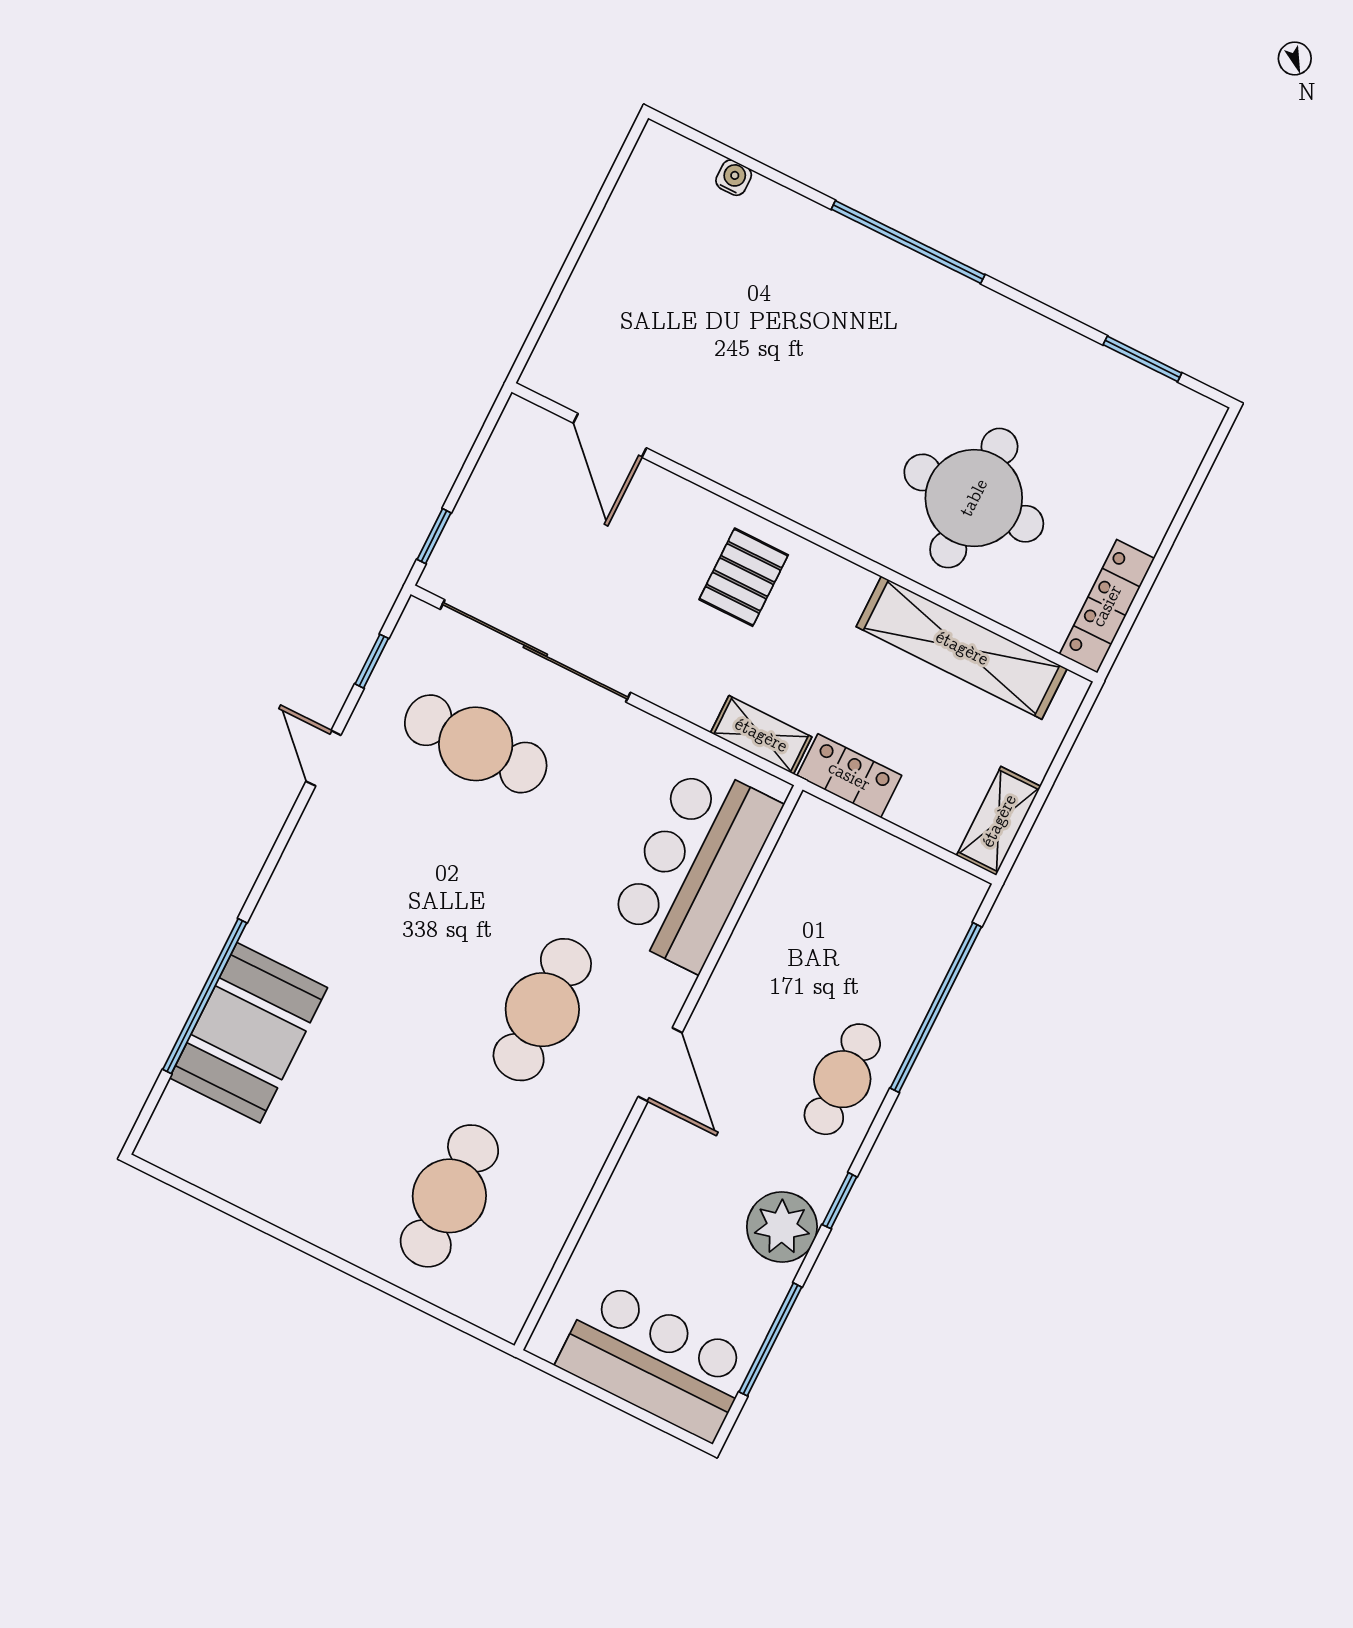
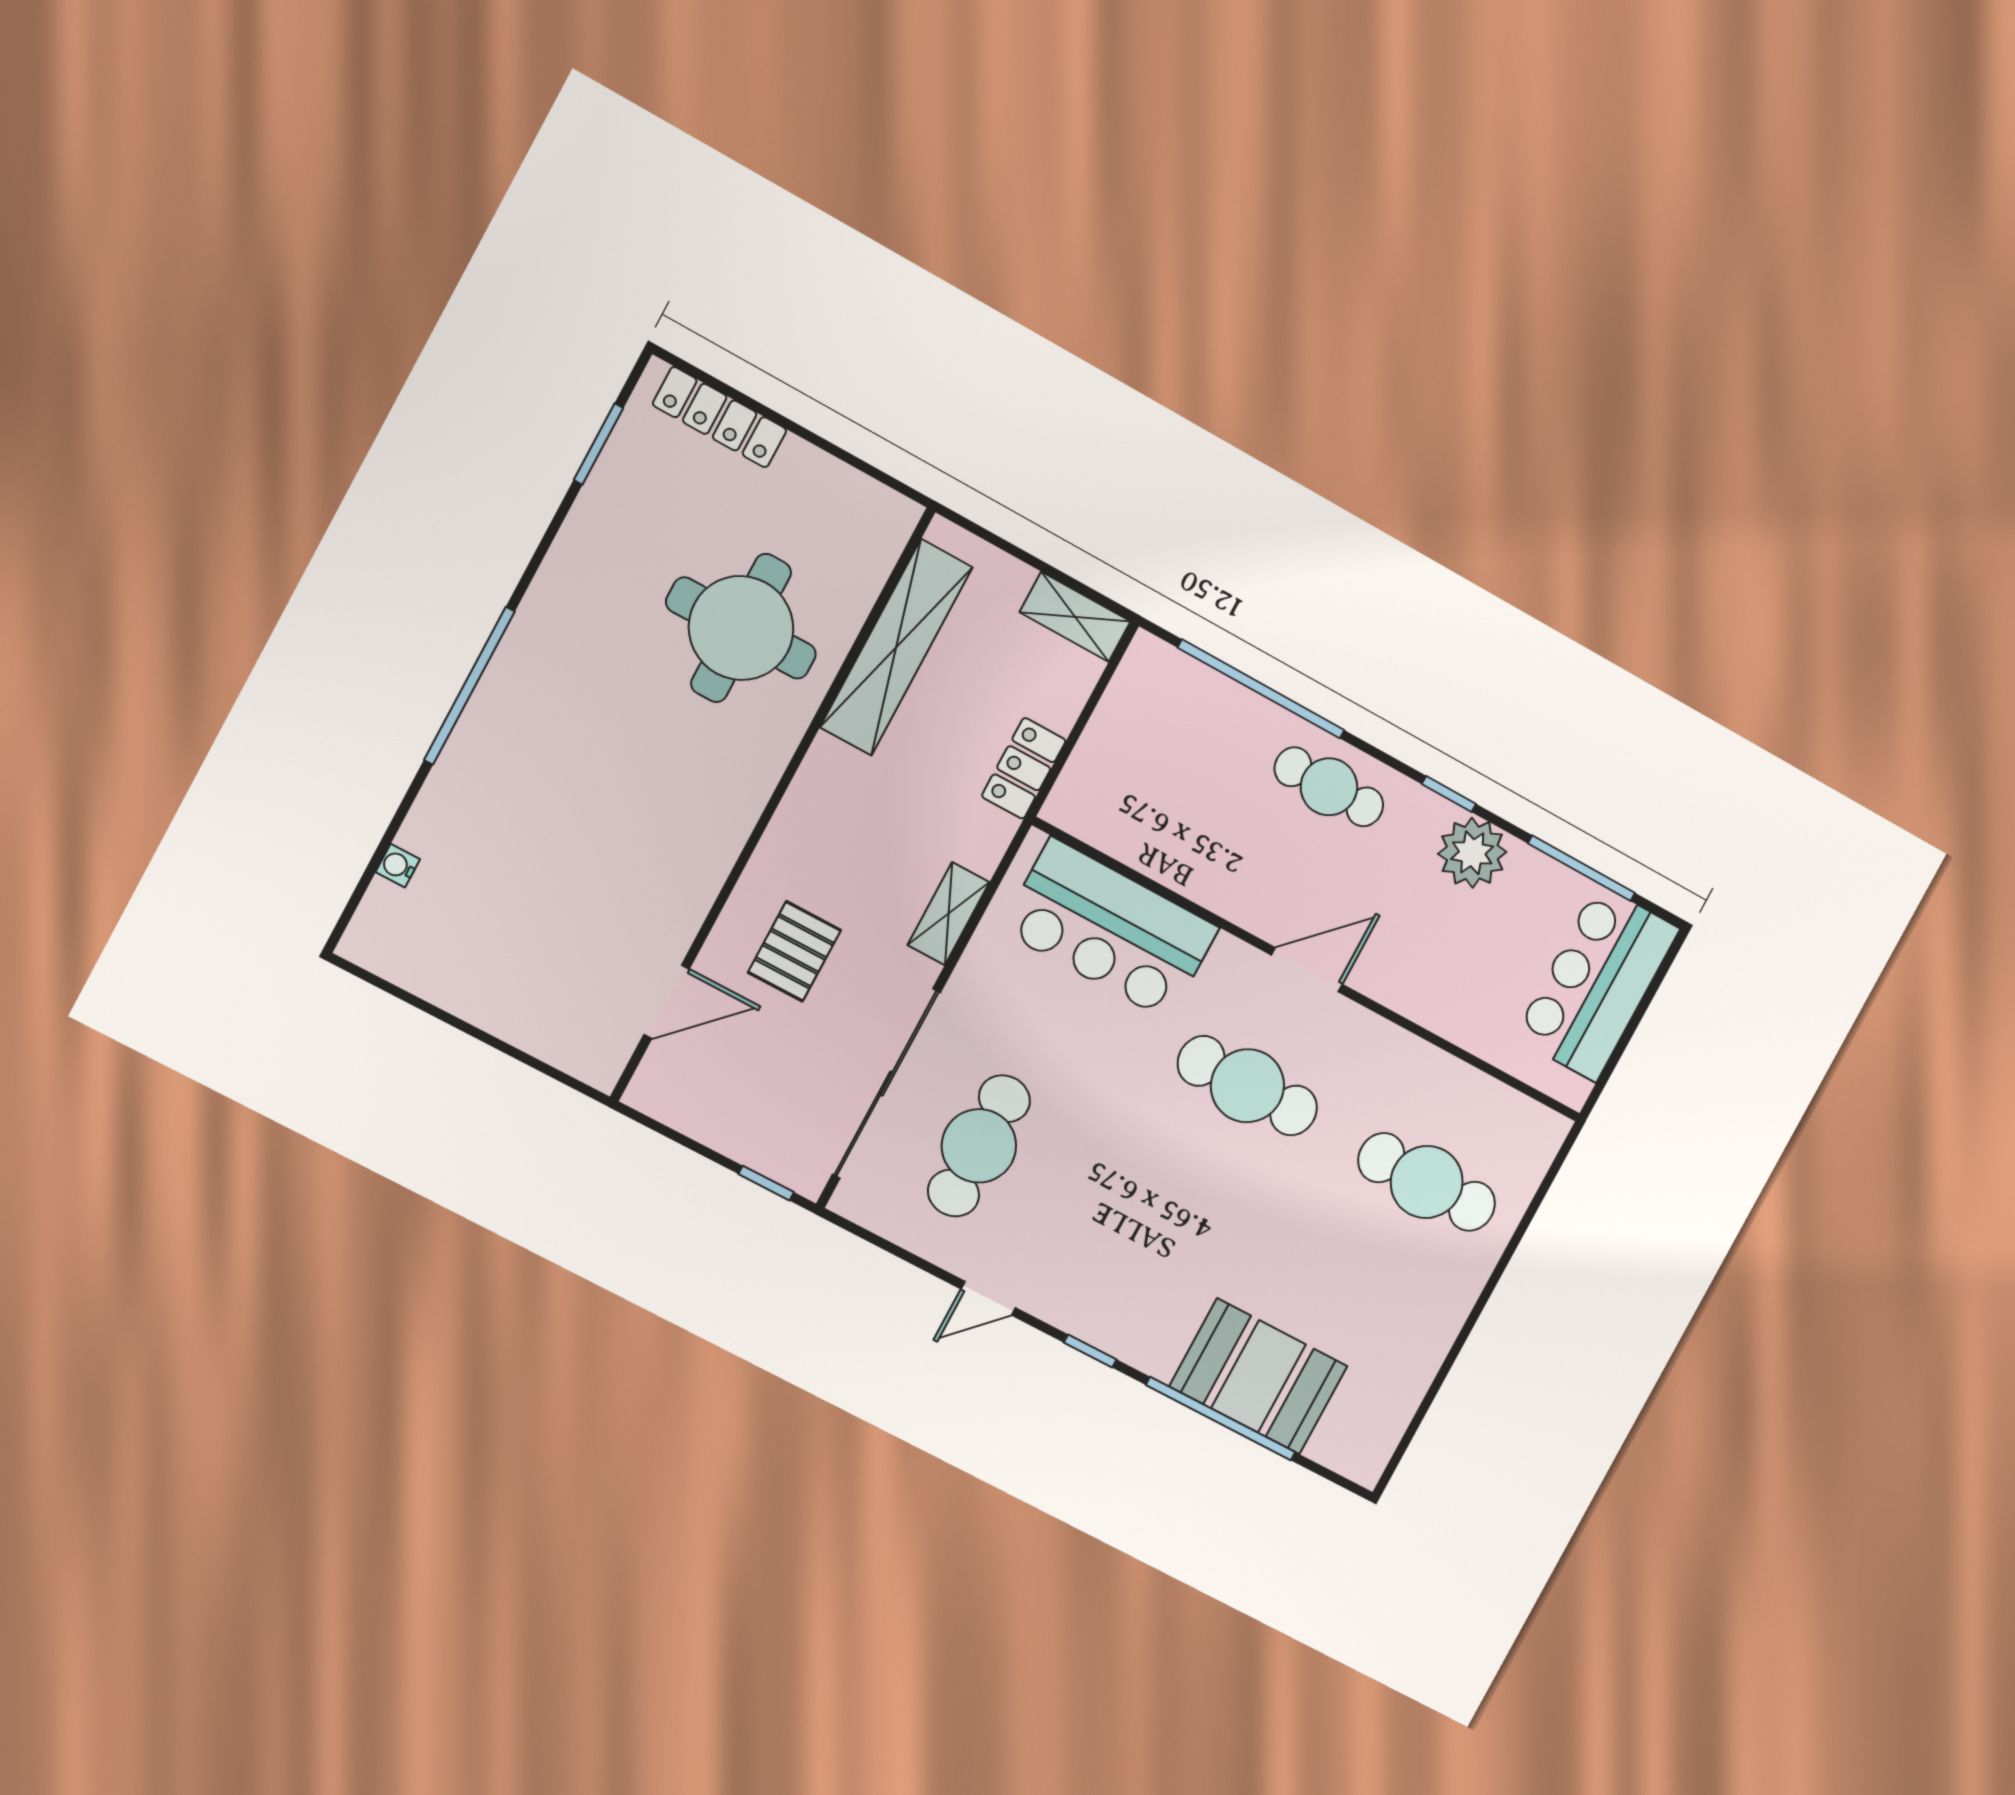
pallet: (744, 577) -> (794, 951), moved, turned 90
locker: (1107, 606) -> (720, 417), moved
window: (372, 661) -> (1090, 1351), moved
shelving: (761, 735) -> (949, 914), moved

